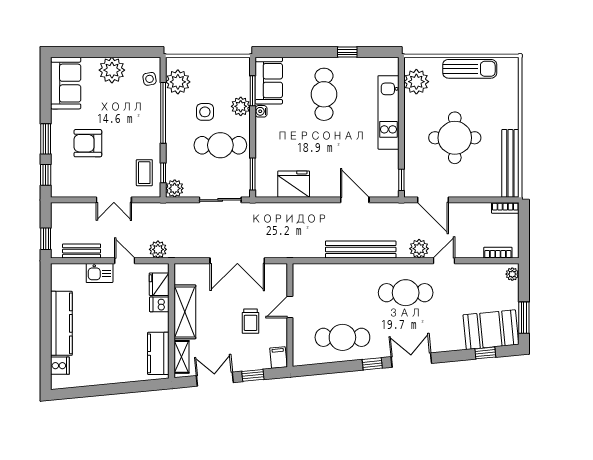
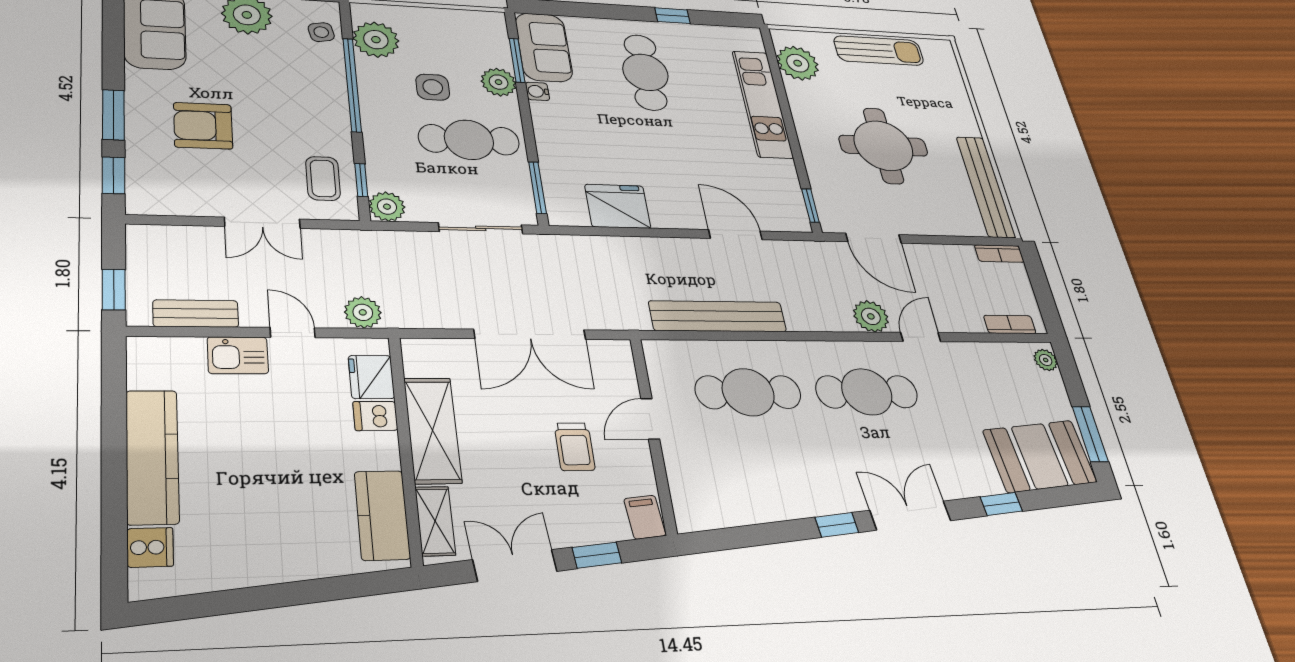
bench: (361, 250) -> (718, 316), moved
cafe table: (342, 337) -> (748, 392), moved
window: (485, 353) -> (1001, 504), moved

